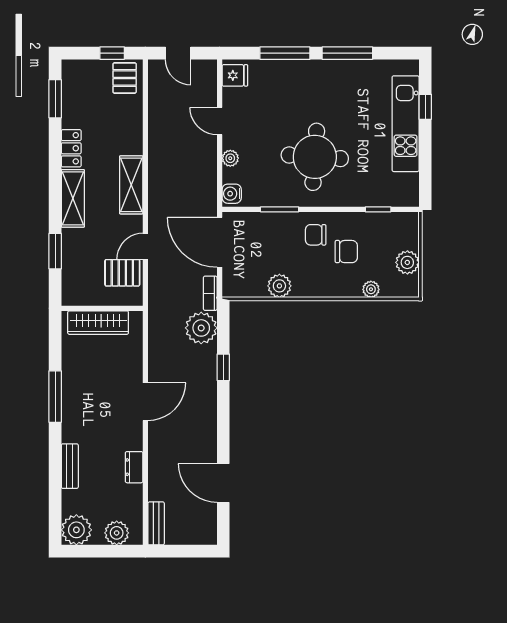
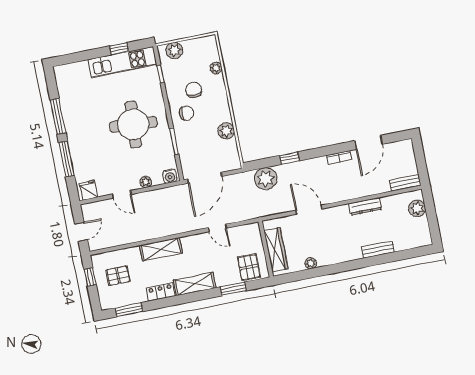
pallet: (125, 78) -> (118, 276), moved
window: (425, 107) -> (119, 49), moved
door: (220, 121) -> (122, 194), hinge flipped
kitchen unit: (406, 124) -> (122, 62), moved
shelving: (131, 185) -> (161, 249), moved
chair: (316, 235) -> (186, 113), turned -90
plant: (407, 262) -> (174, 50), moved
pallet: (122, 273) -> (249, 267), moved
bookcase: (210, 293) -> (339, 158), moved
window: (55, 397) -> (332, 269), removed
door: (145, 402) -> (309, 210), moved
dresser: (134, 467) -> (365, 206), width x1.44
plant: (76, 530) -> (311, 263), moved, width x0.53, depth x0.53

